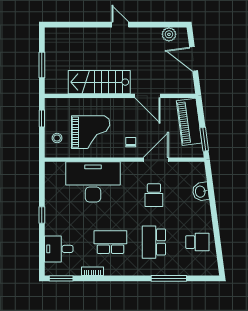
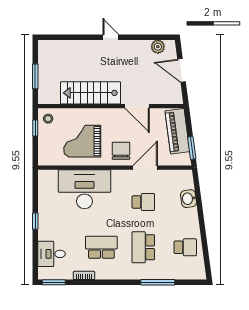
grand piano: (91, 132) -> (82, 141), turned 180
stool: (57, 138) -> (48, 119), moved
chair: (131, 142) -> (121, 151), width x1.87, depth x1.87
school desk: (154, 195) -> (143, 202), turned -90

